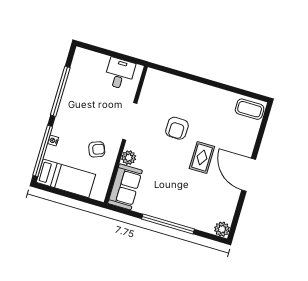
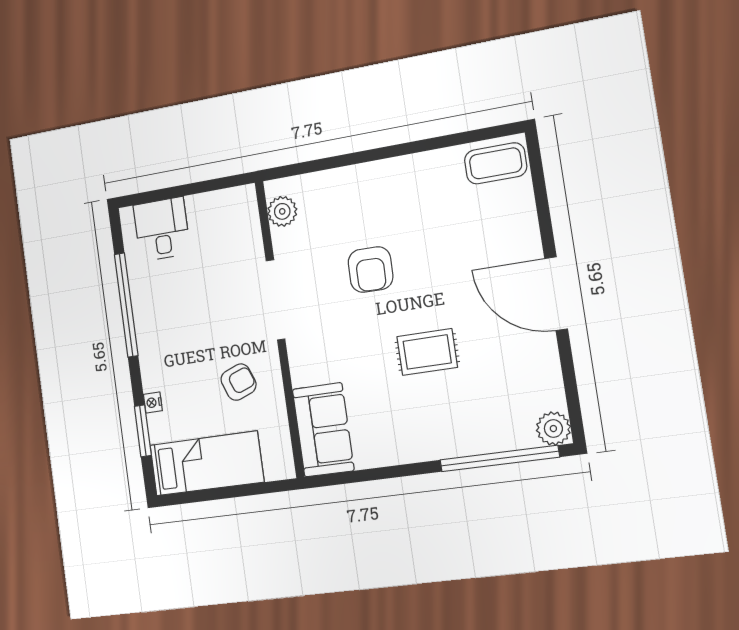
desk: (120, 74) -> (162, 229), moved
window: (43, 151) -> (143, 431), width x0.47
plant: (129, 158) -> (282, 211), moved
rug: (202, 158) -> (427, 352), moved, turned 90
window: (168, 224) -> (499, 459), moved

